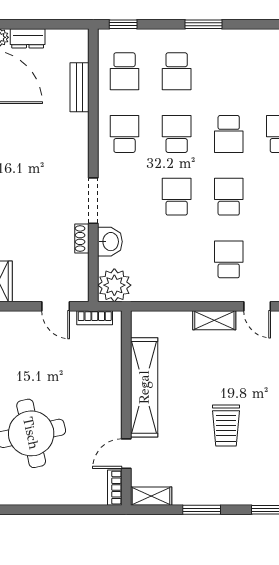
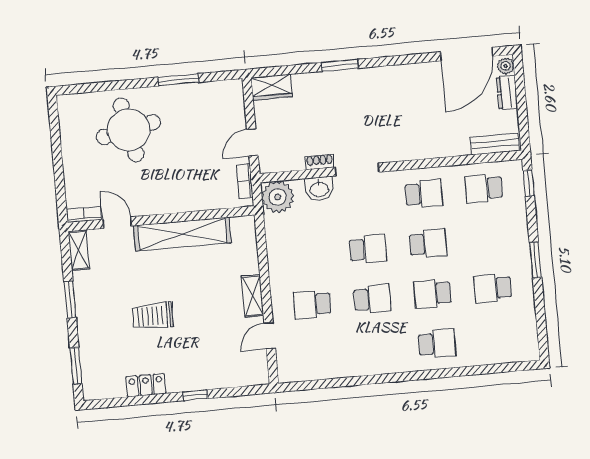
school desk: (177, 71) -> (493, 288), moved
bench: (80, 87) -> (495, 144), moved
school desk: (229, 259) -> (312, 304), turned 180

